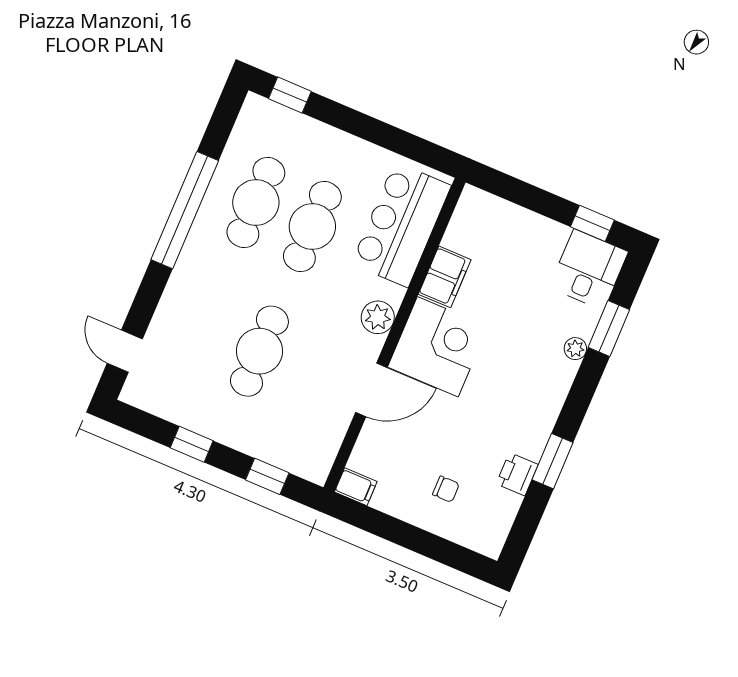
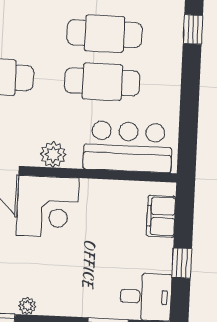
window: (592, 223) -> (182, 263), moved
filing cabinet: (445, 277) -> (161, 216), moved, turned 90
plant: (575, 349) -> (27, 306), moved

